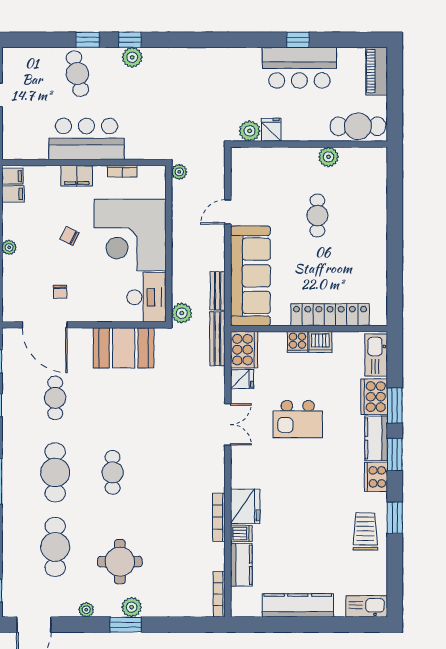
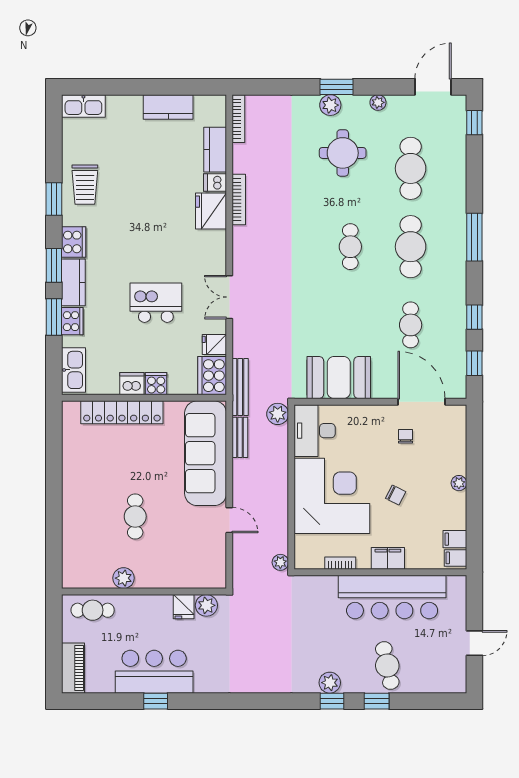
cafe table: (358, 126) -> (93, 610), width x0.73, depth x0.74
bar counter: (86, 139) -> (392, 597), width x1.36
door: (228, 212) -> (229, 520), hinge flipped
cooker: (374, 397) -> (72, 321), width x0.73, depth x0.76
kitchen counter: (298, 605) -> (168, 107), width x0.67

